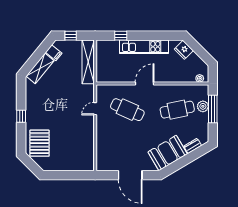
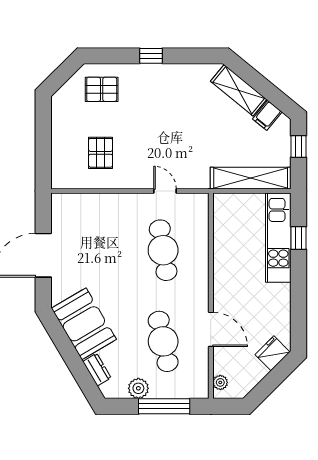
kitchen unit: (144, 47) -> (278, 238), moved
door: (145, 84) -> (211, 329), moved
plant: (203, 106) -> (138, 388), moved
cafe table: (127, 110) -> (163, 250), turned -33
pallet: (39, 143) -> (102, 89), width x0.67, depth x0.71
pallet: (74, 144) -> (101, 153), added

